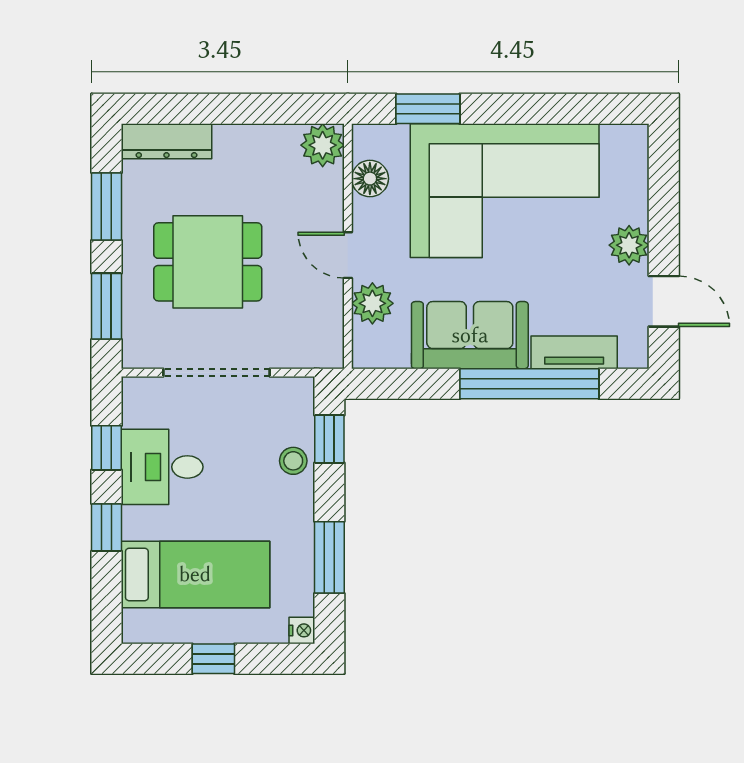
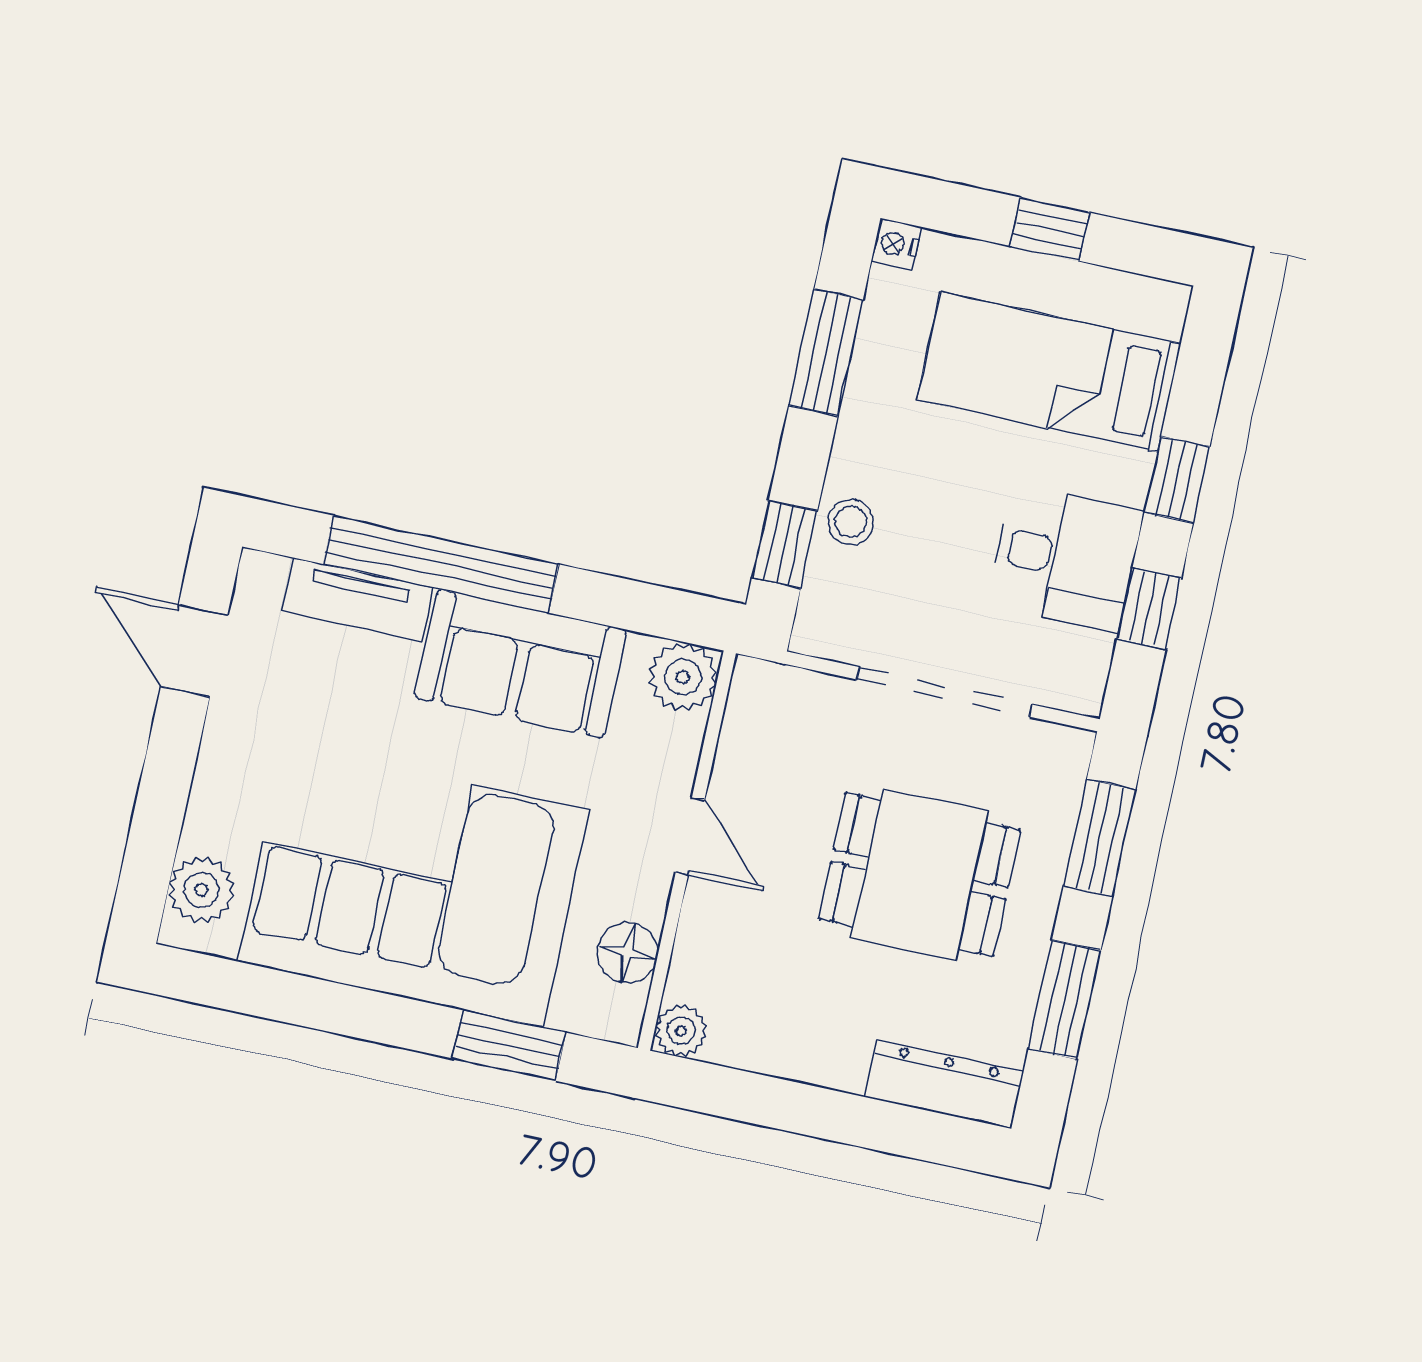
plant: (323, 145) -> (681, 1031), width x0.73, depth x0.73
plant: (629, 245) -> (202, 890), moved
plant: (372, 303) -> (683, 677), moved

